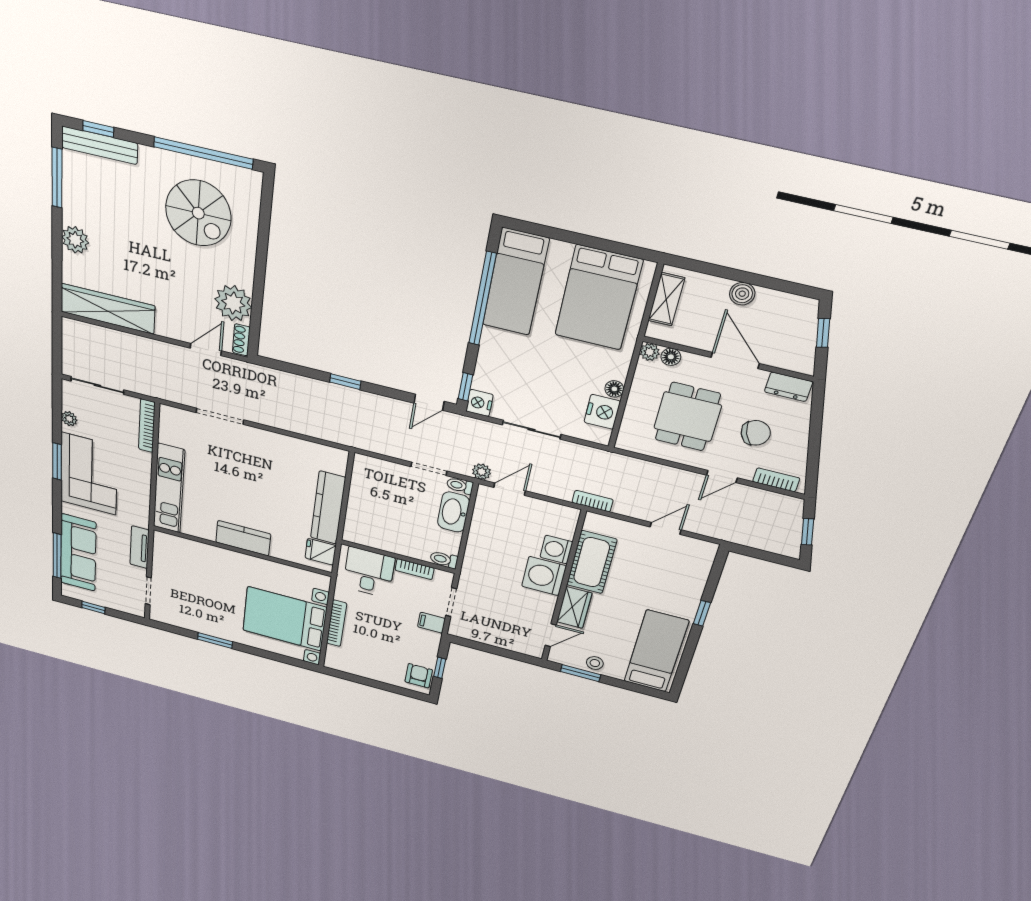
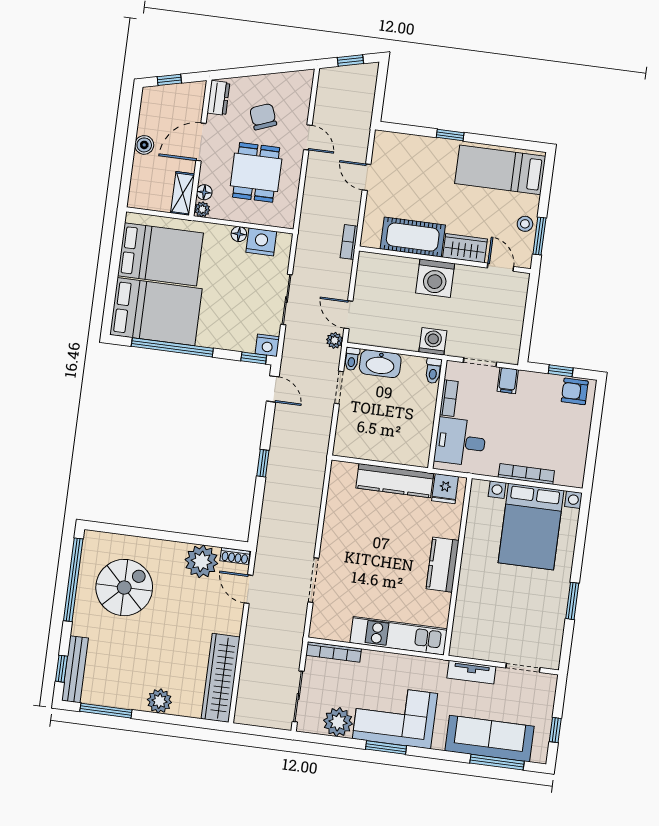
bed: (516, 282) -> (156, 312), width x1.50
shelving: (666, 299) -> (183, 193), moved, turned 90
dining table: (688, 417) -> (256, 172), turned 90
plant: (69, 419) -> (338, 722), width x1.87, depth x1.87
bookcase: (776, 480) -> (304, 94), removed
washing machine: (556, 550) -> (433, 341), moved, turned 180

